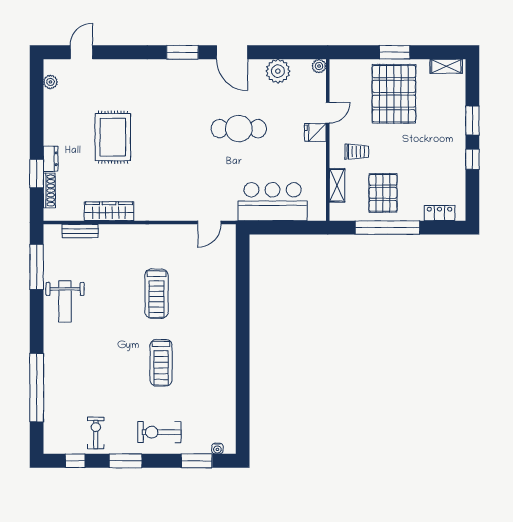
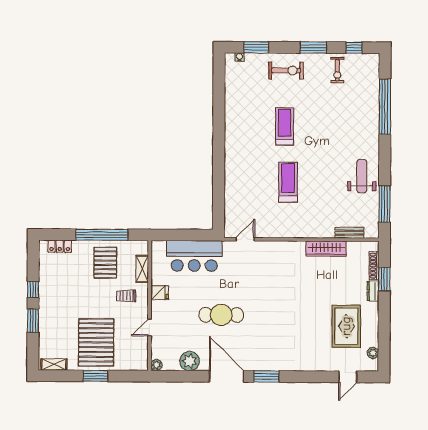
door: (232, 52) -> (227, 376), width x1.36
fridge: (315, 132) -> (160, 293), moved
rug: (113, 137) -> (346, 326), moved

